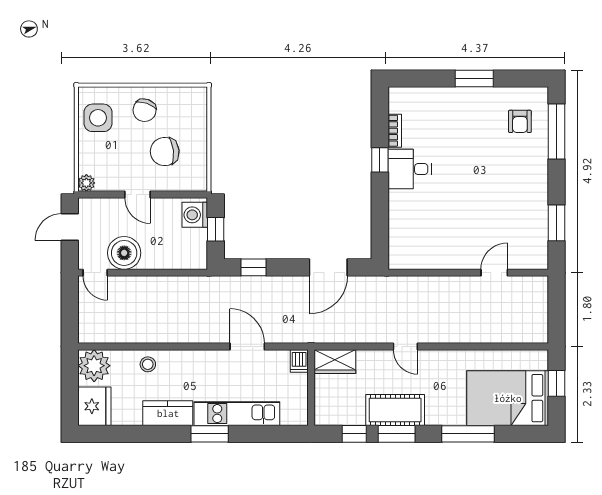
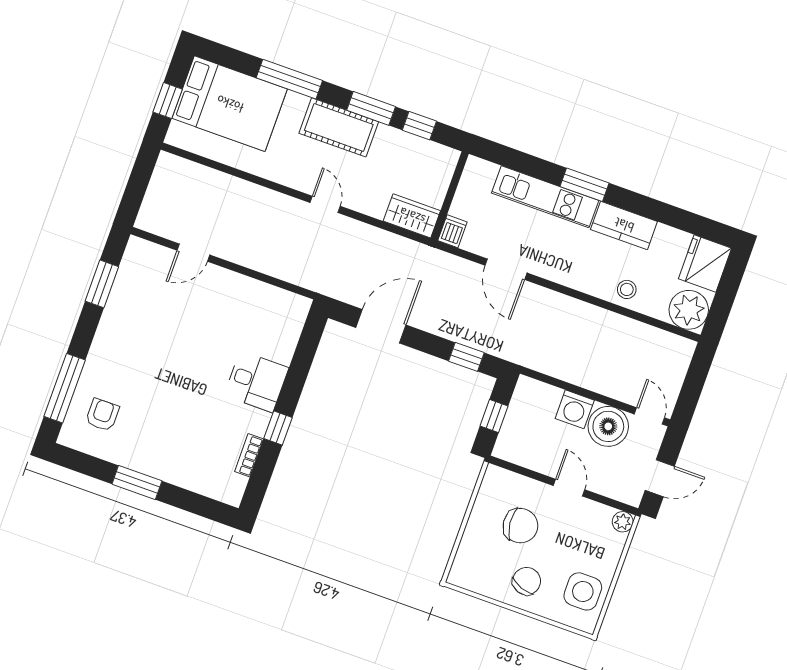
desk: (410, 169) -> (256, 382), moved
washing machine: (195, 215) -> (575, 409), moved, turned 90
cot: (395, 410) -> (339, 127), moved

